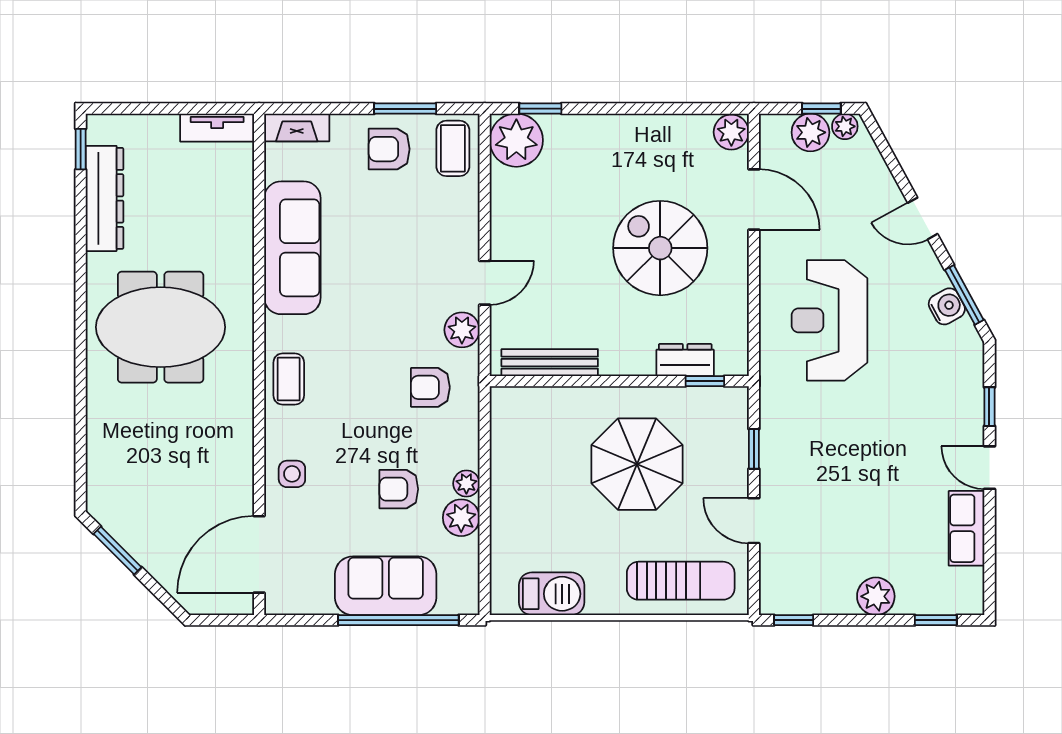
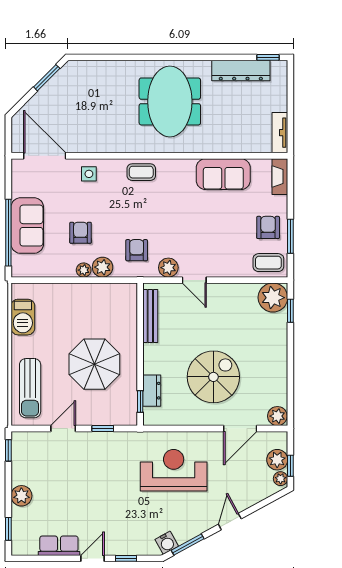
sofa: (292, 248) -> (223, 174), width x0.73
water cooler: (947, 306) -> (167, 543), moved
plant: (461, 518) -> (103, 267), moved

